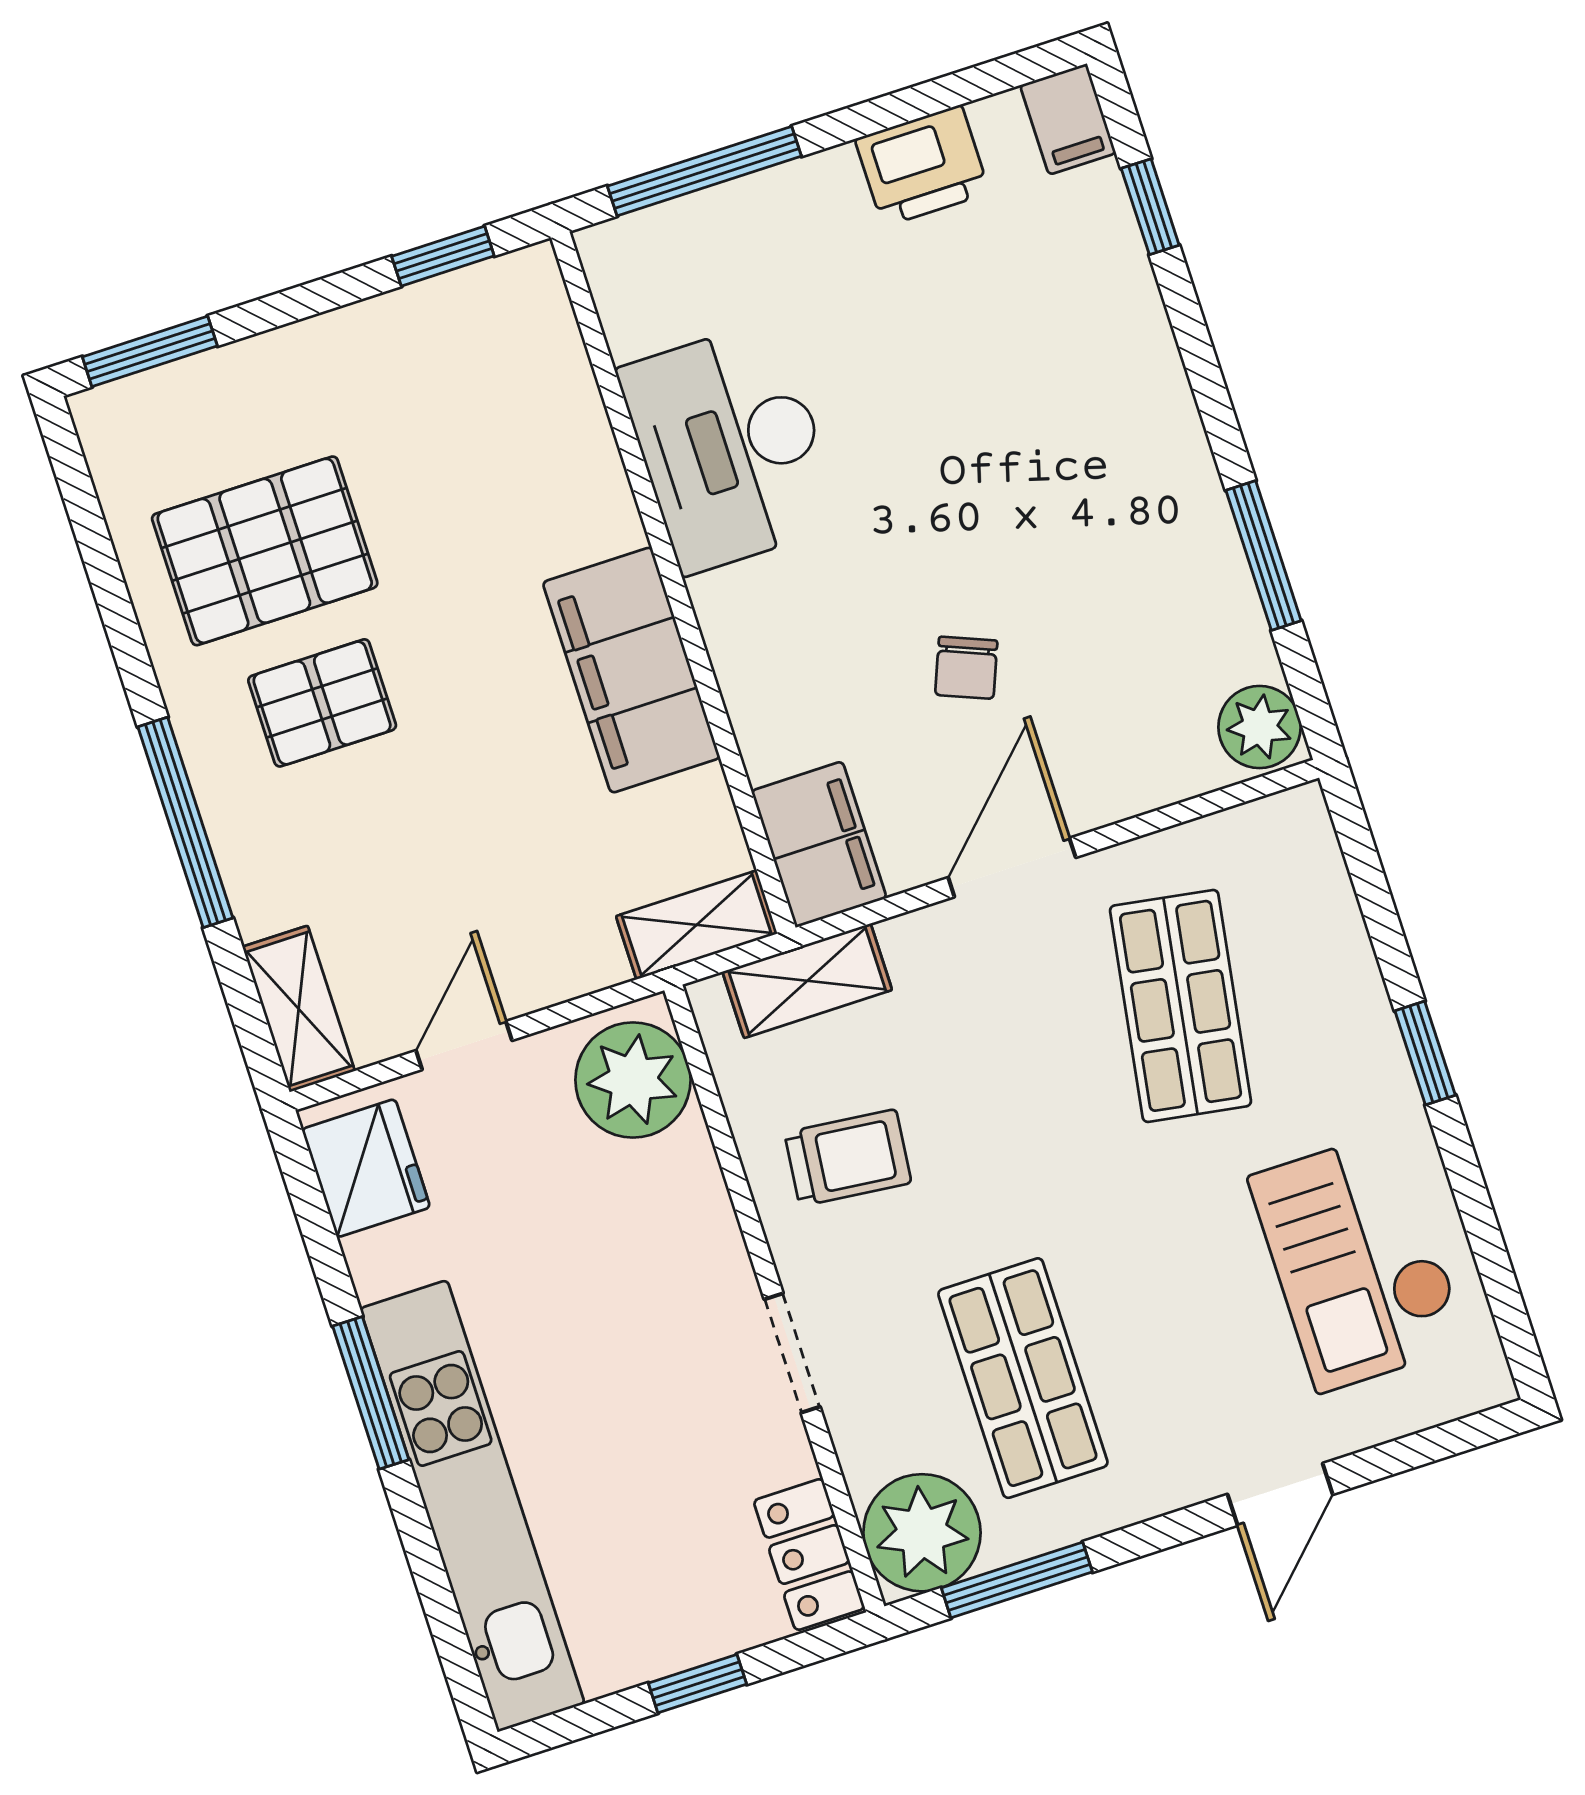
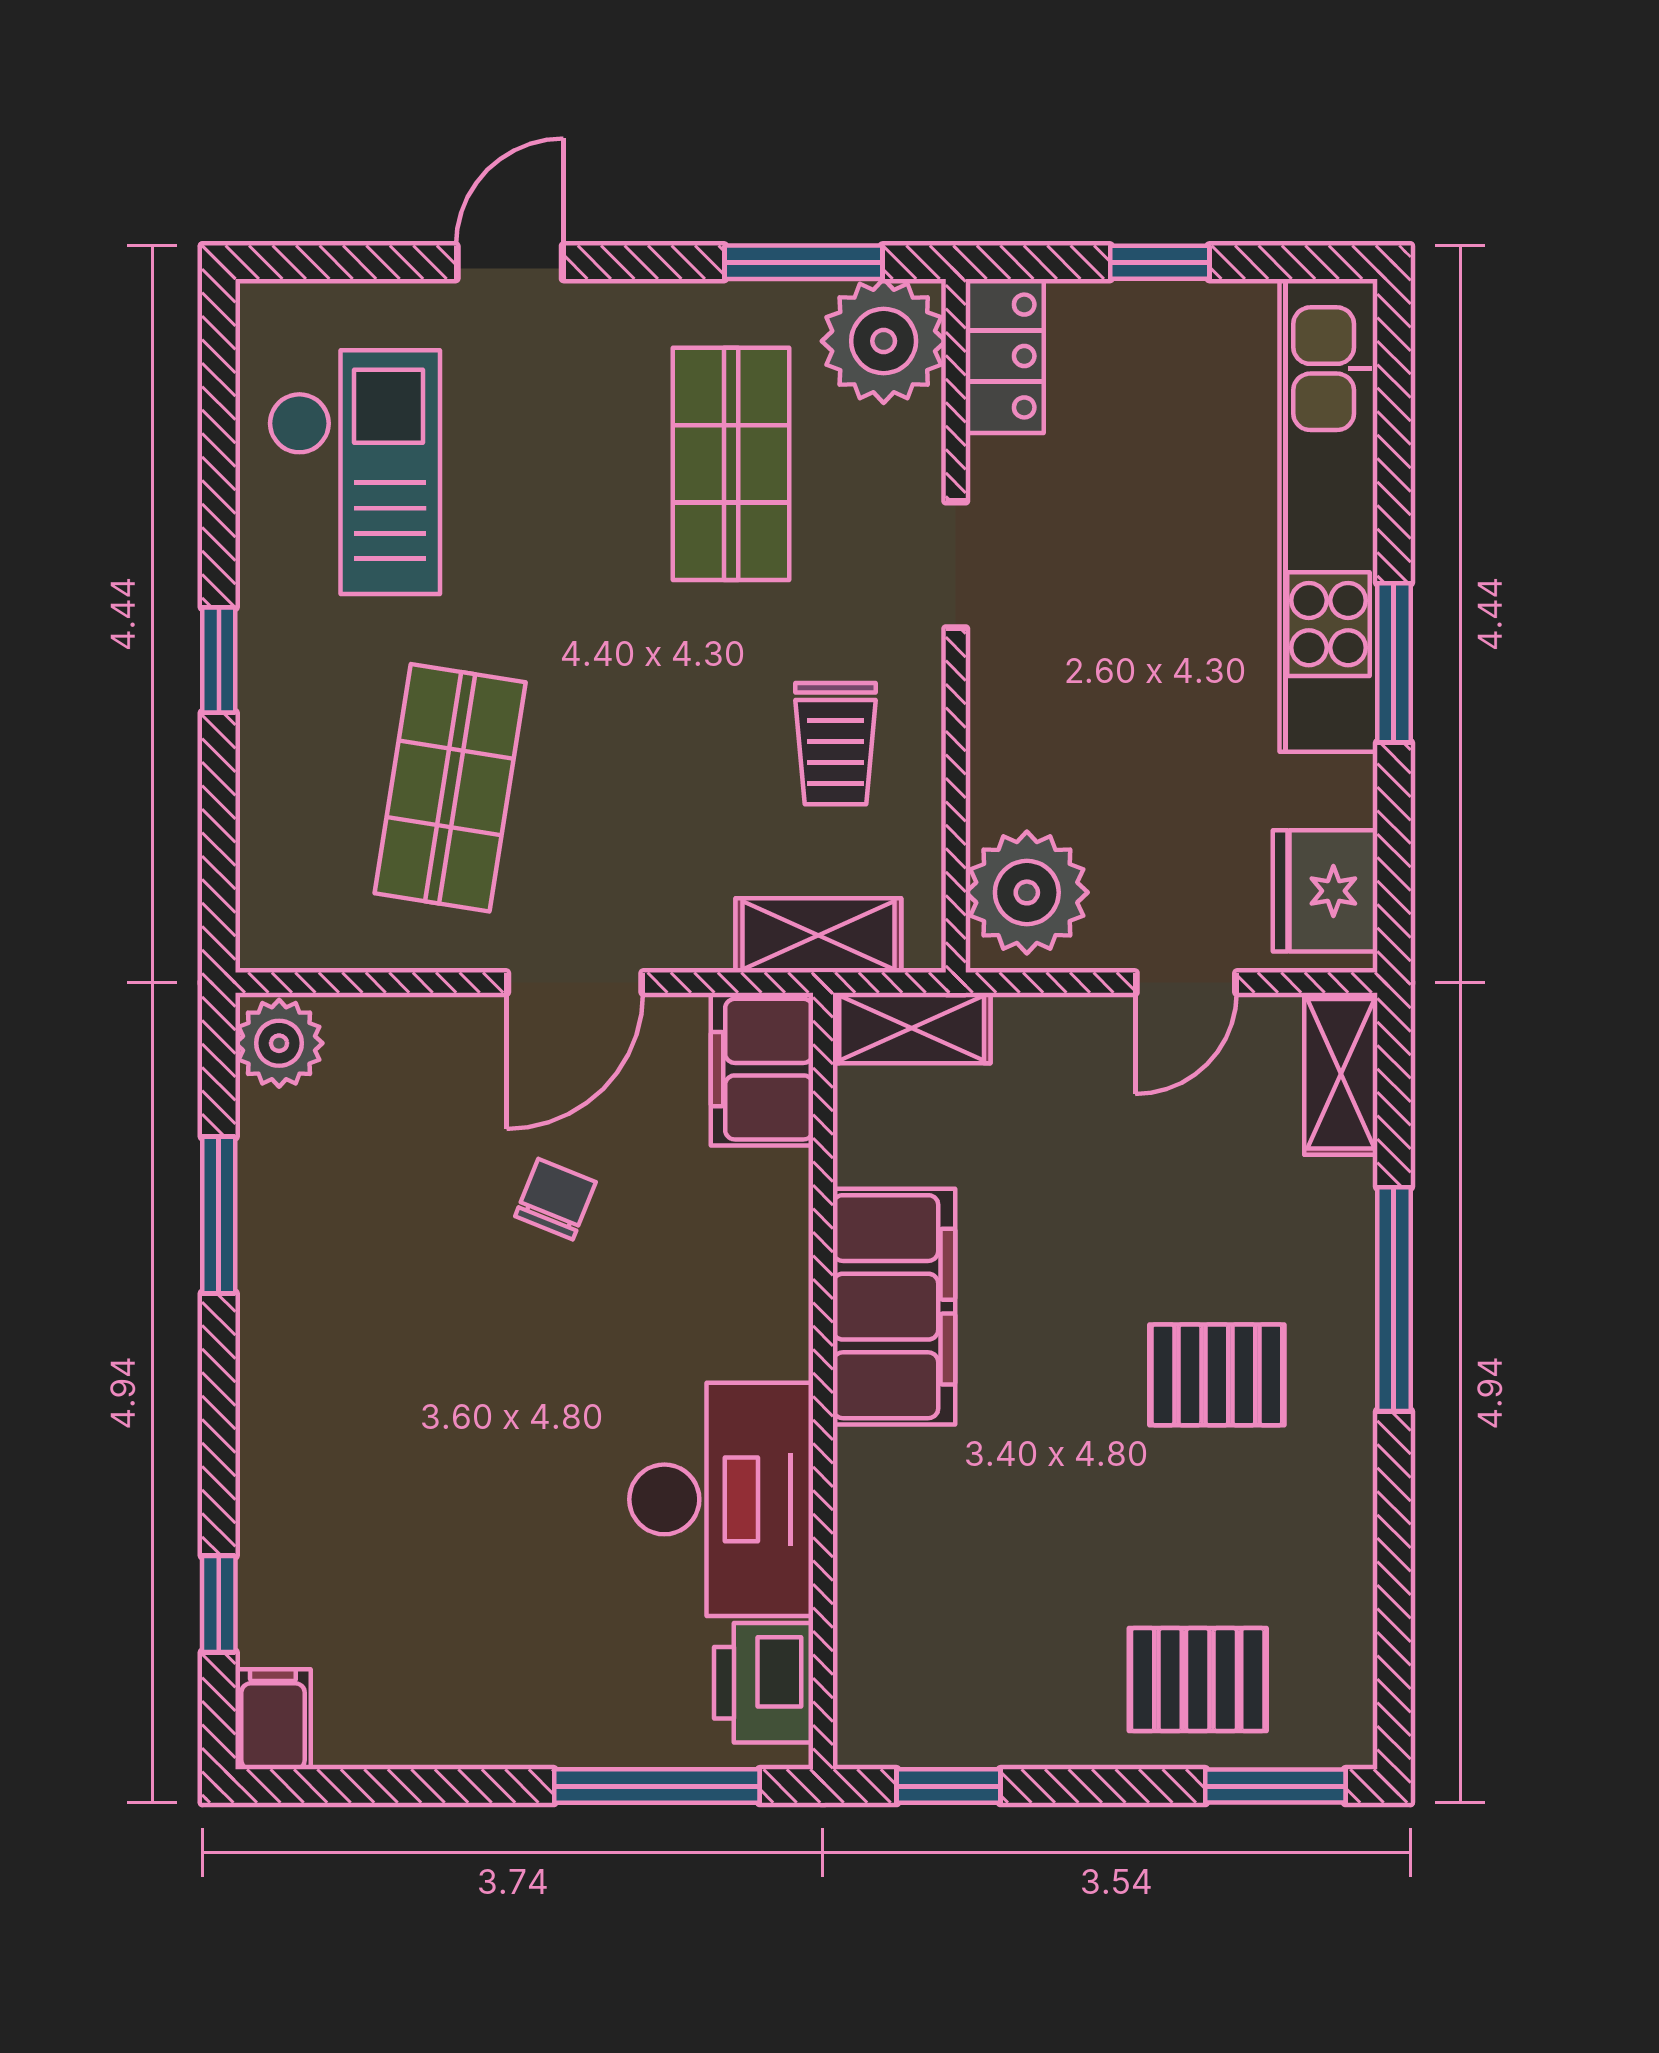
printer: (922, 166) -> (764, 1683), moved, turned -90
pallet: (265, 551) -> (1198, 1680), moved, width x0.67, depth x0.71
trolley: (848, 1158) -> (835, 744), turned -96

